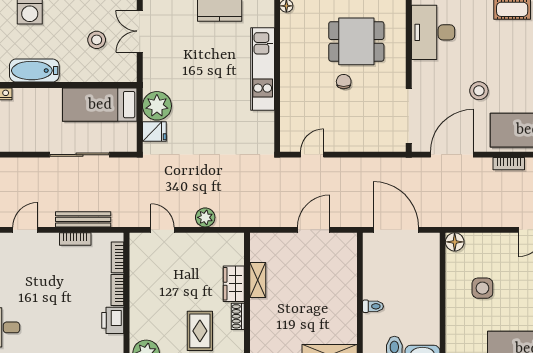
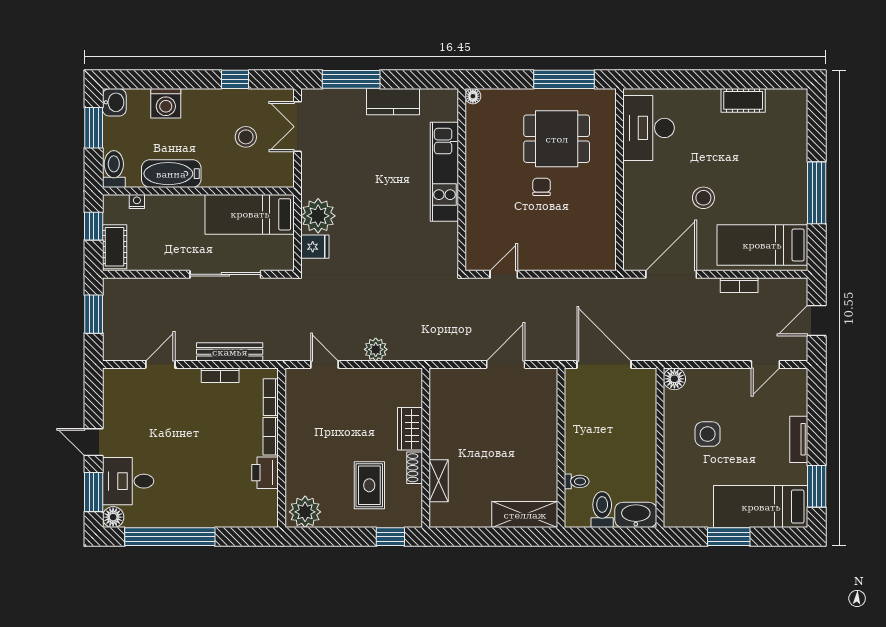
doorway: (409, 116) -> (619, 228), removed
shelving: (258, 280) -> (439, 481), moved
toilet: (373, 306) -> (577, 481), moved

